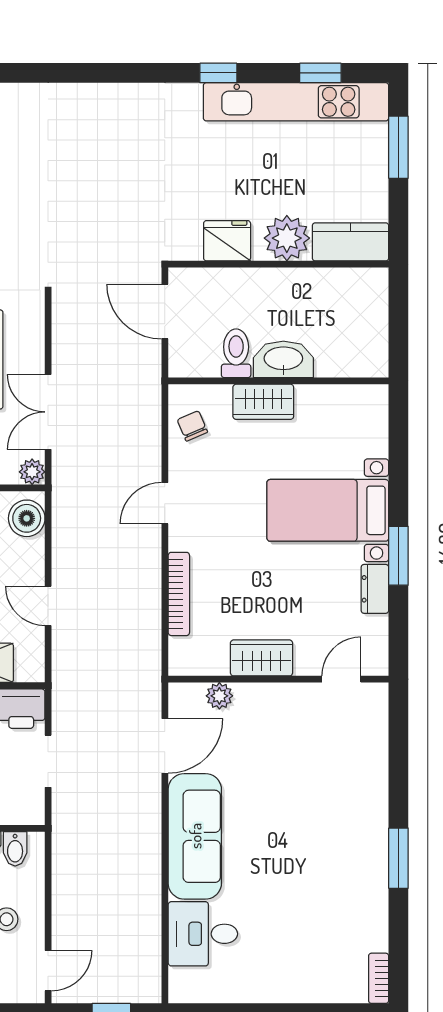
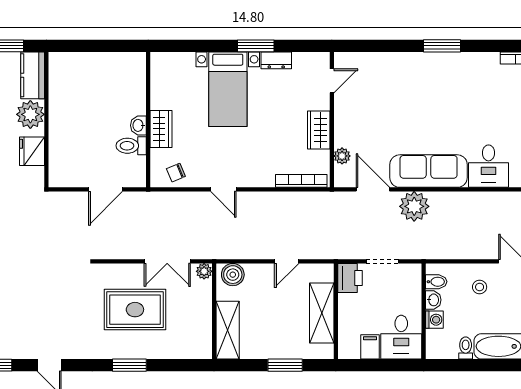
plant: (287, 238) -> (30, 114), moved
fridge: (227, 241) -> (32, 151), moved
kitchen counter: (350, 242) -> (33, 75), moved
wall: (278, 264) -> (46, 120), moved
washbasin: (283, 359) -> (138, 125), width x0.52, depth x0.69
bookcase: (179, 594) -> (301, 181), moved
door: (341, 679) -> (332, 81), swing flipped
plant: (137, 813) -> (414, 206), added

